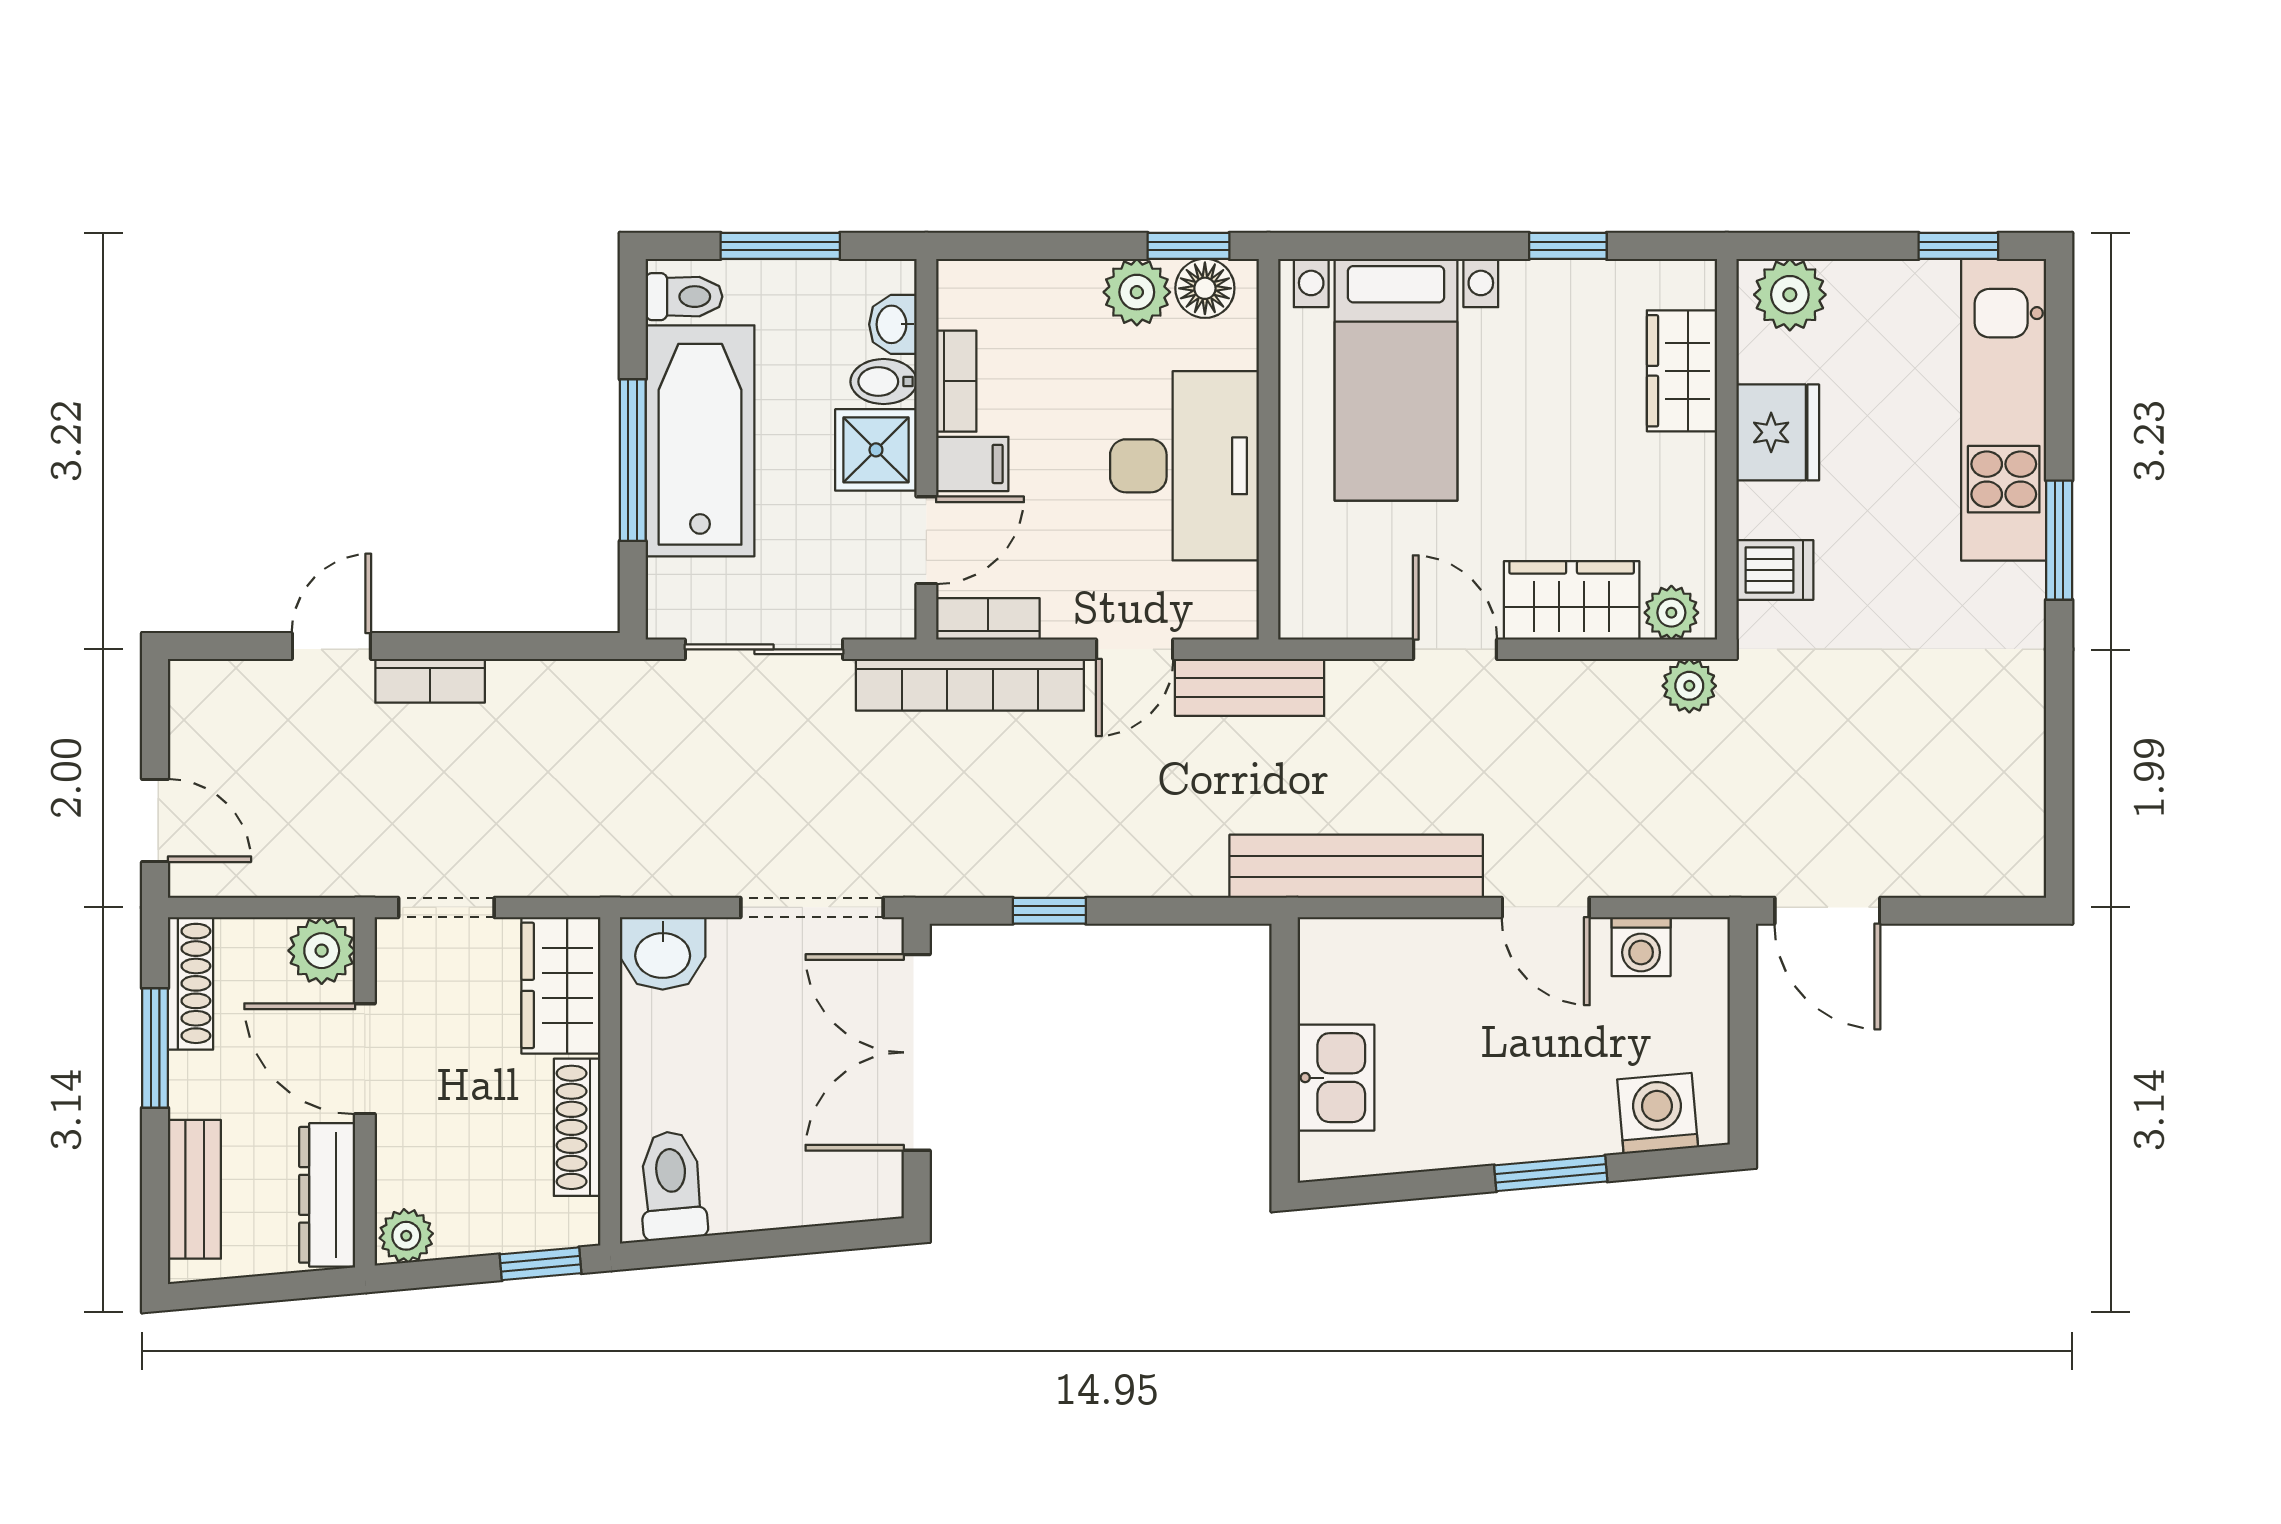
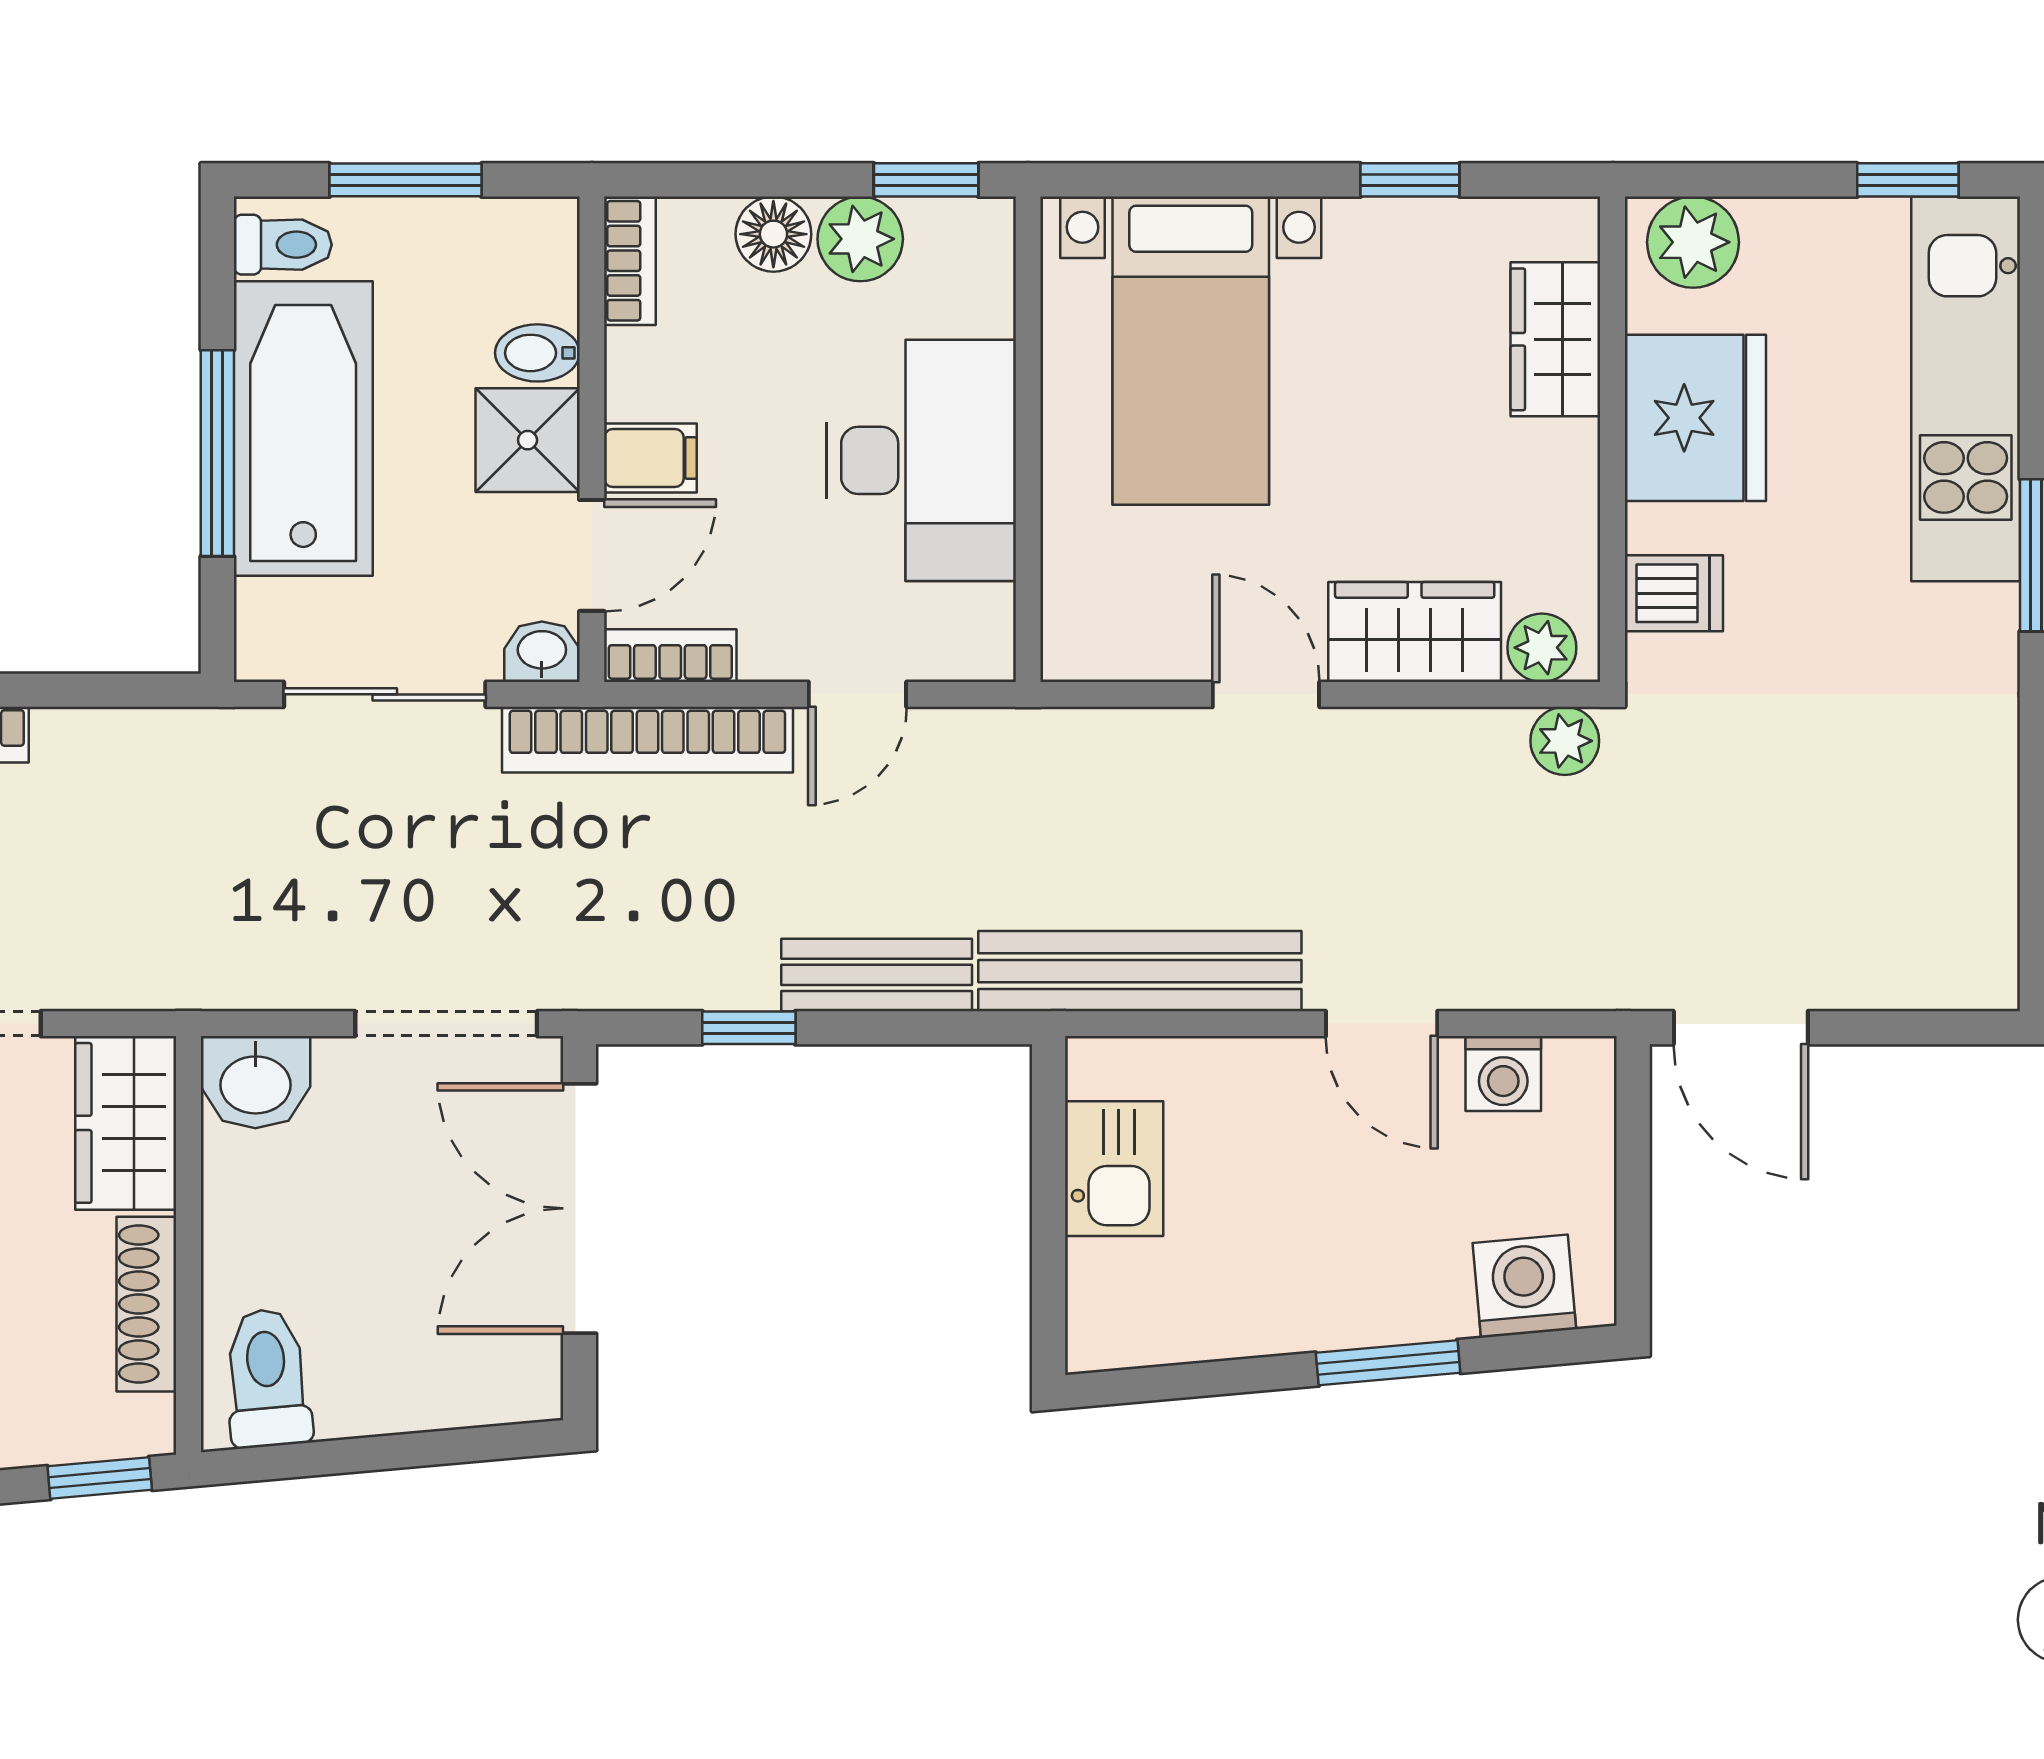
floor lamp: (1205, 288) -> (773, 234), moved
washbasin: (893, 324) -> (542, 652), moved, turned 90
bookcase: (956, 381) -> (630, 261), moved
fridge: (1778, 432) -> (1695, 418), width x1.36, depth x1.34
bench: (1250, 687) -> (877, 975), moved
kitchen sink: (1336, 1078) -> (1114, 1169), moved

